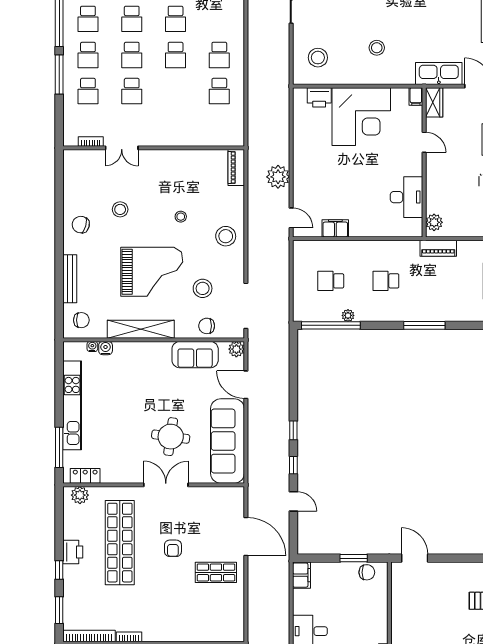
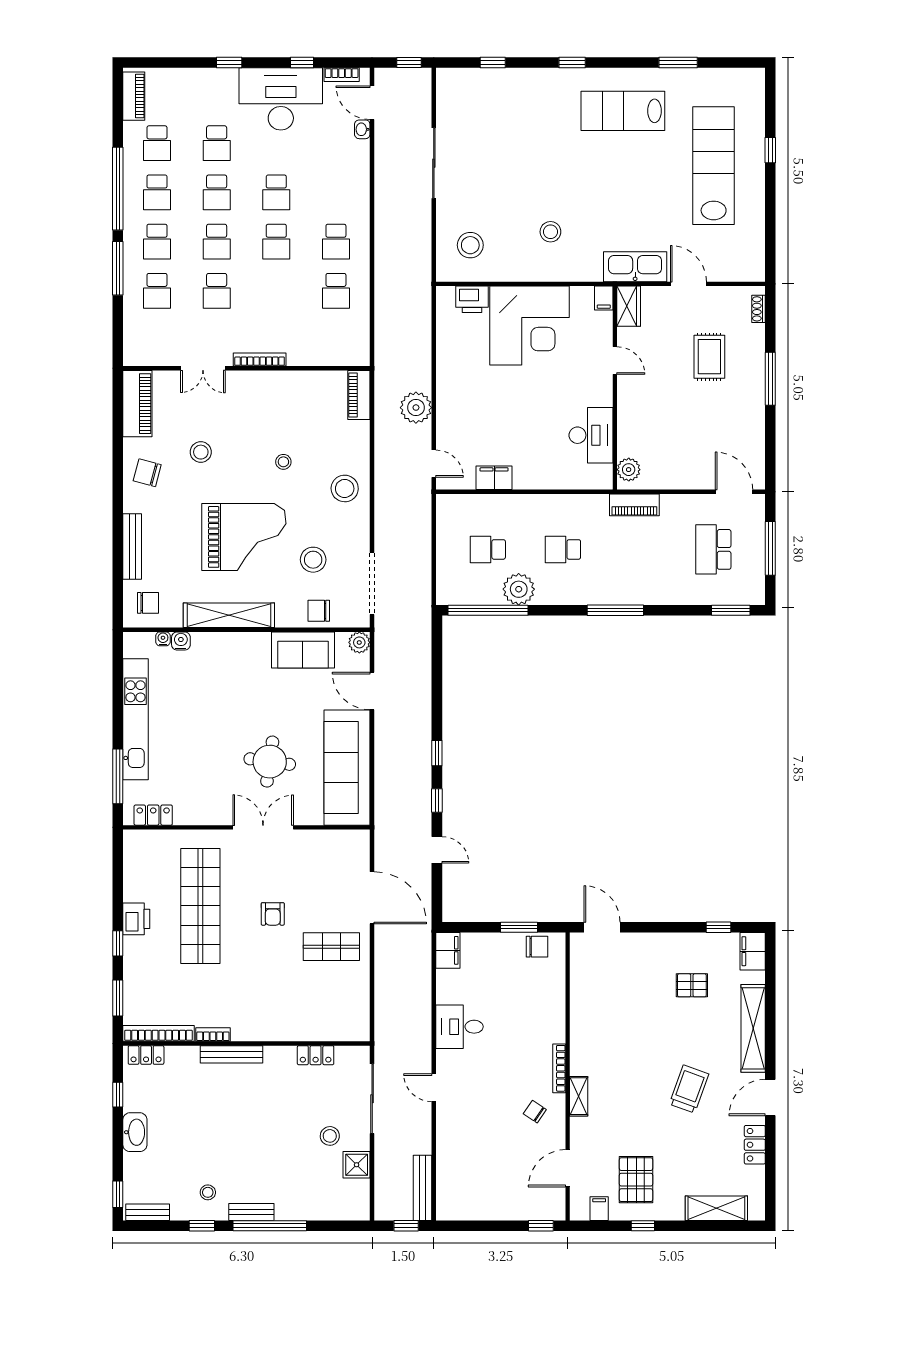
bookcase: (91, 142) -> (260, 360), moved, width x1.56
piano: (74, 174) -> (137, 404), added
plant: (348, 315) -> (519, 589), width x1.88, depth x1.88
plant: (80, 495) -> (146, 841), removed

